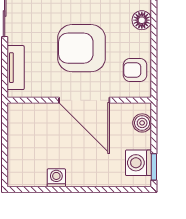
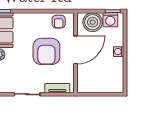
floor lamp: (142, 20) -> (31, 18), removed
boiler: (142, 123) -> (93, 22), width x1.86, depth x1.86
washing machine: (56, 178) -> (119, 52), moved

